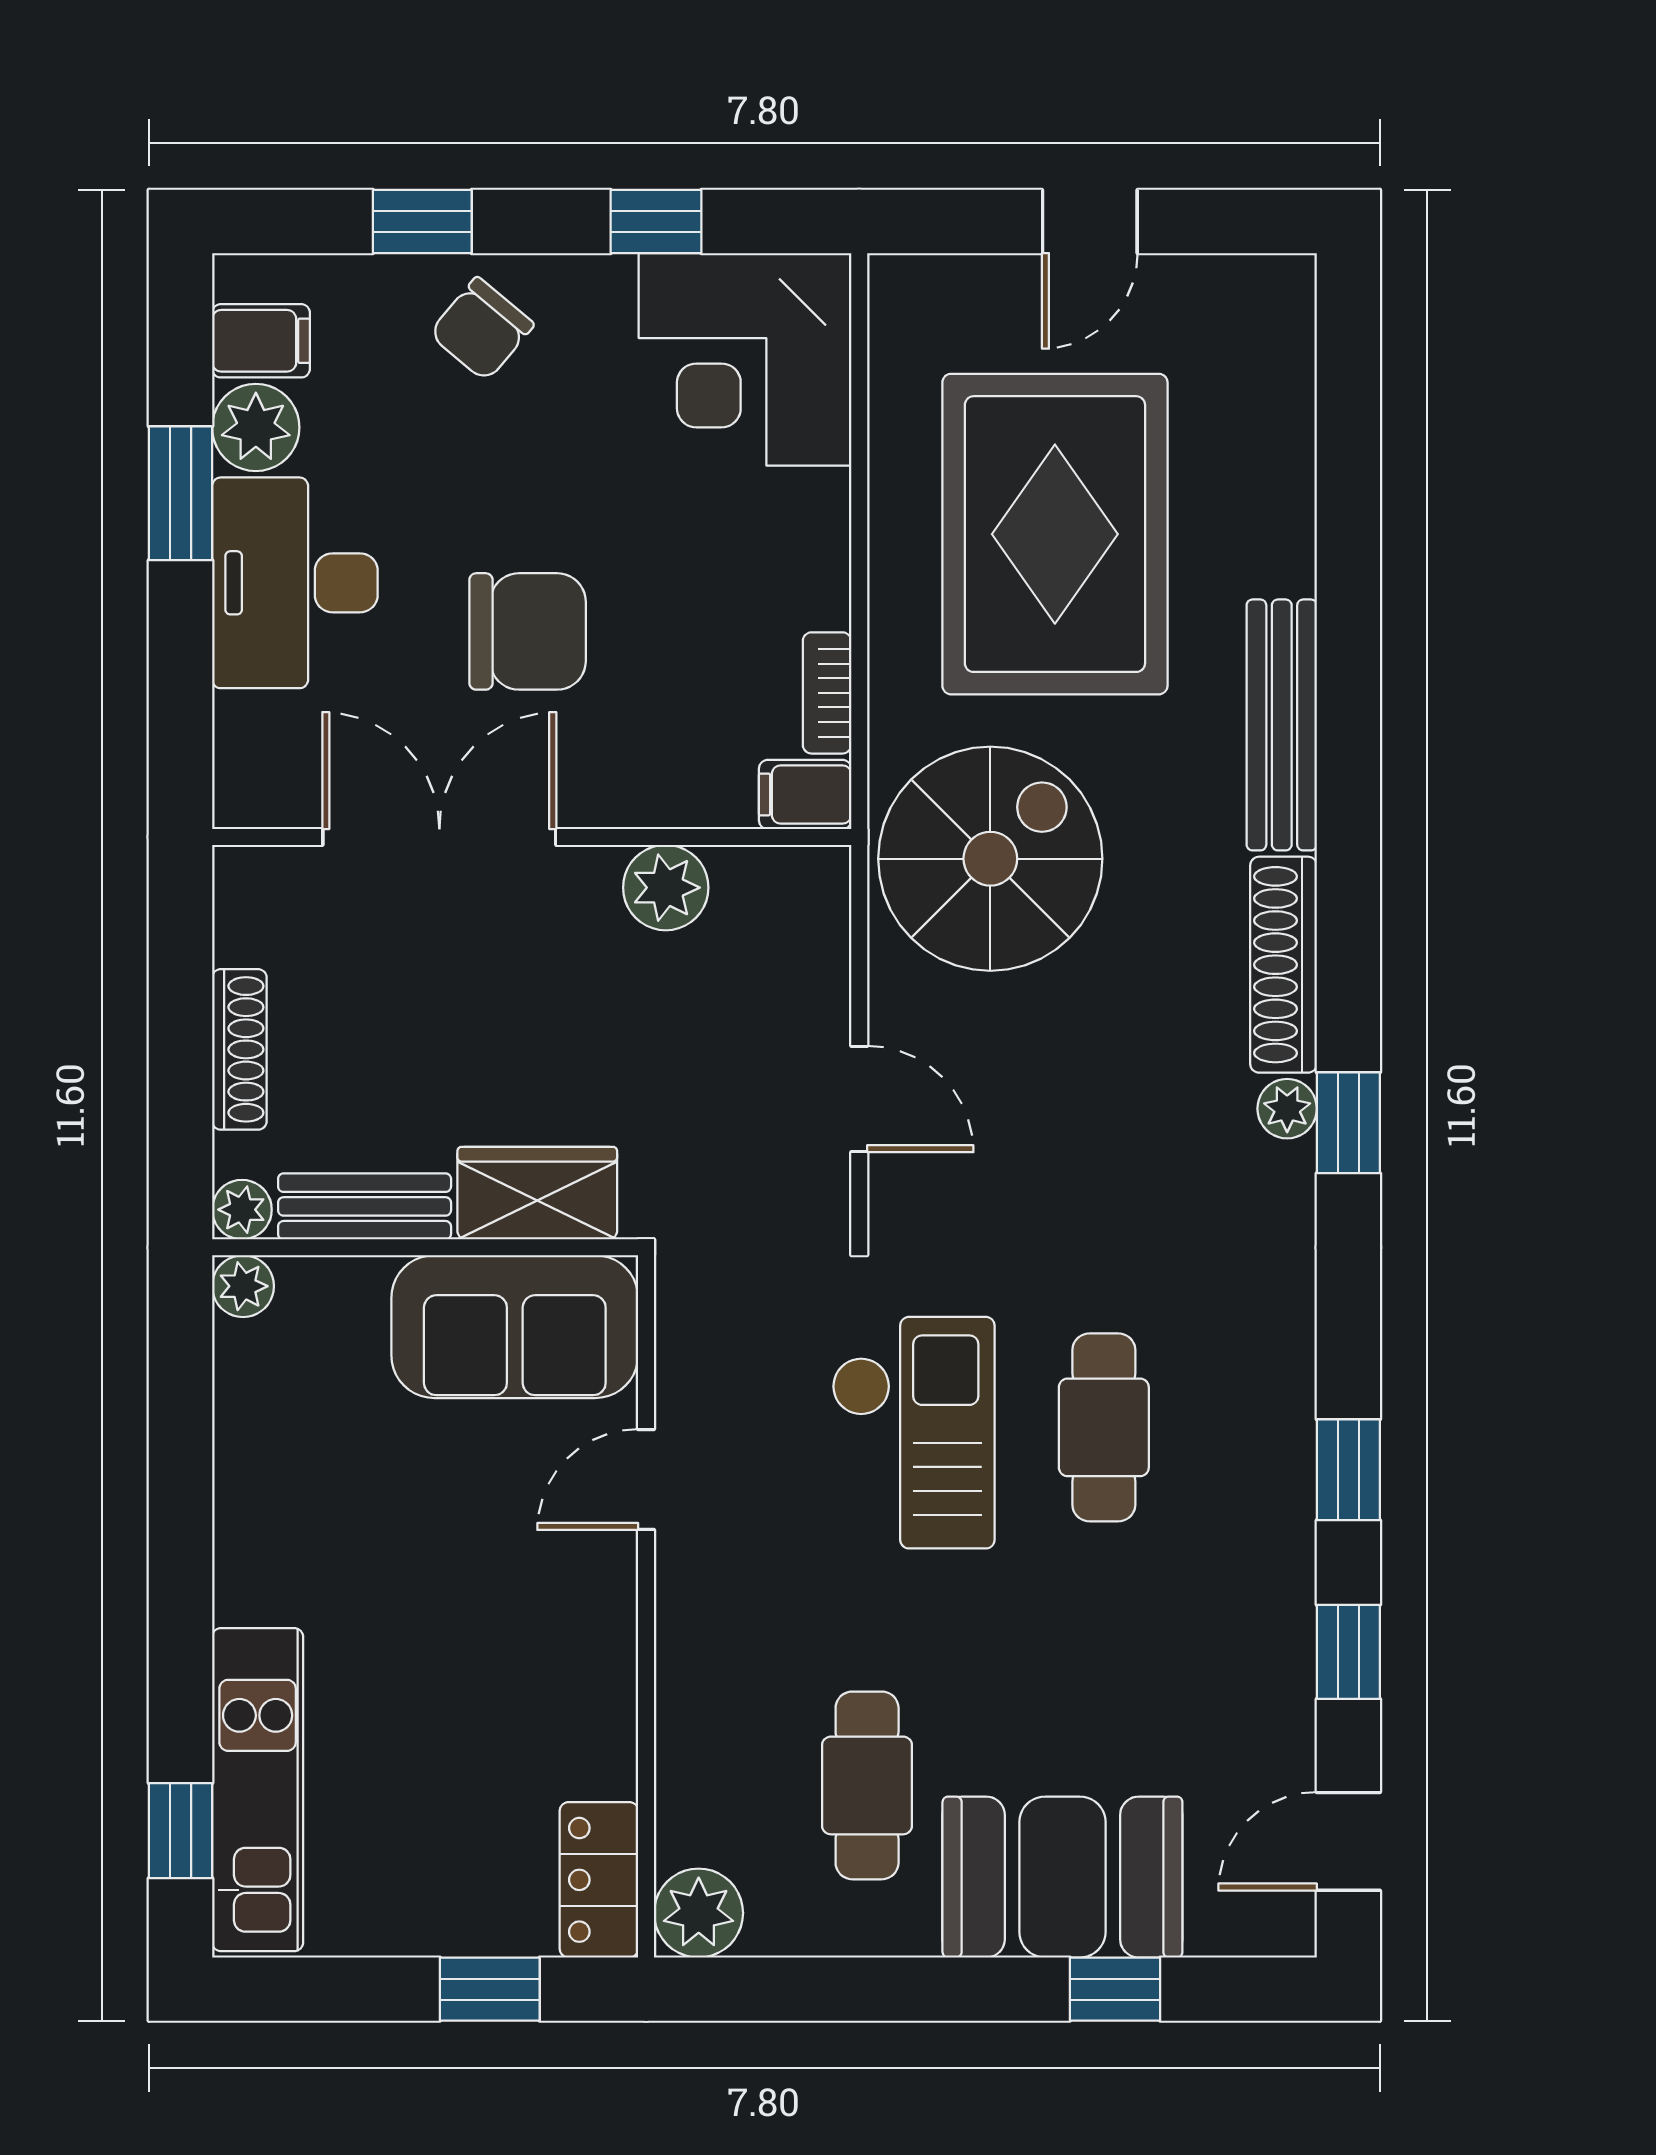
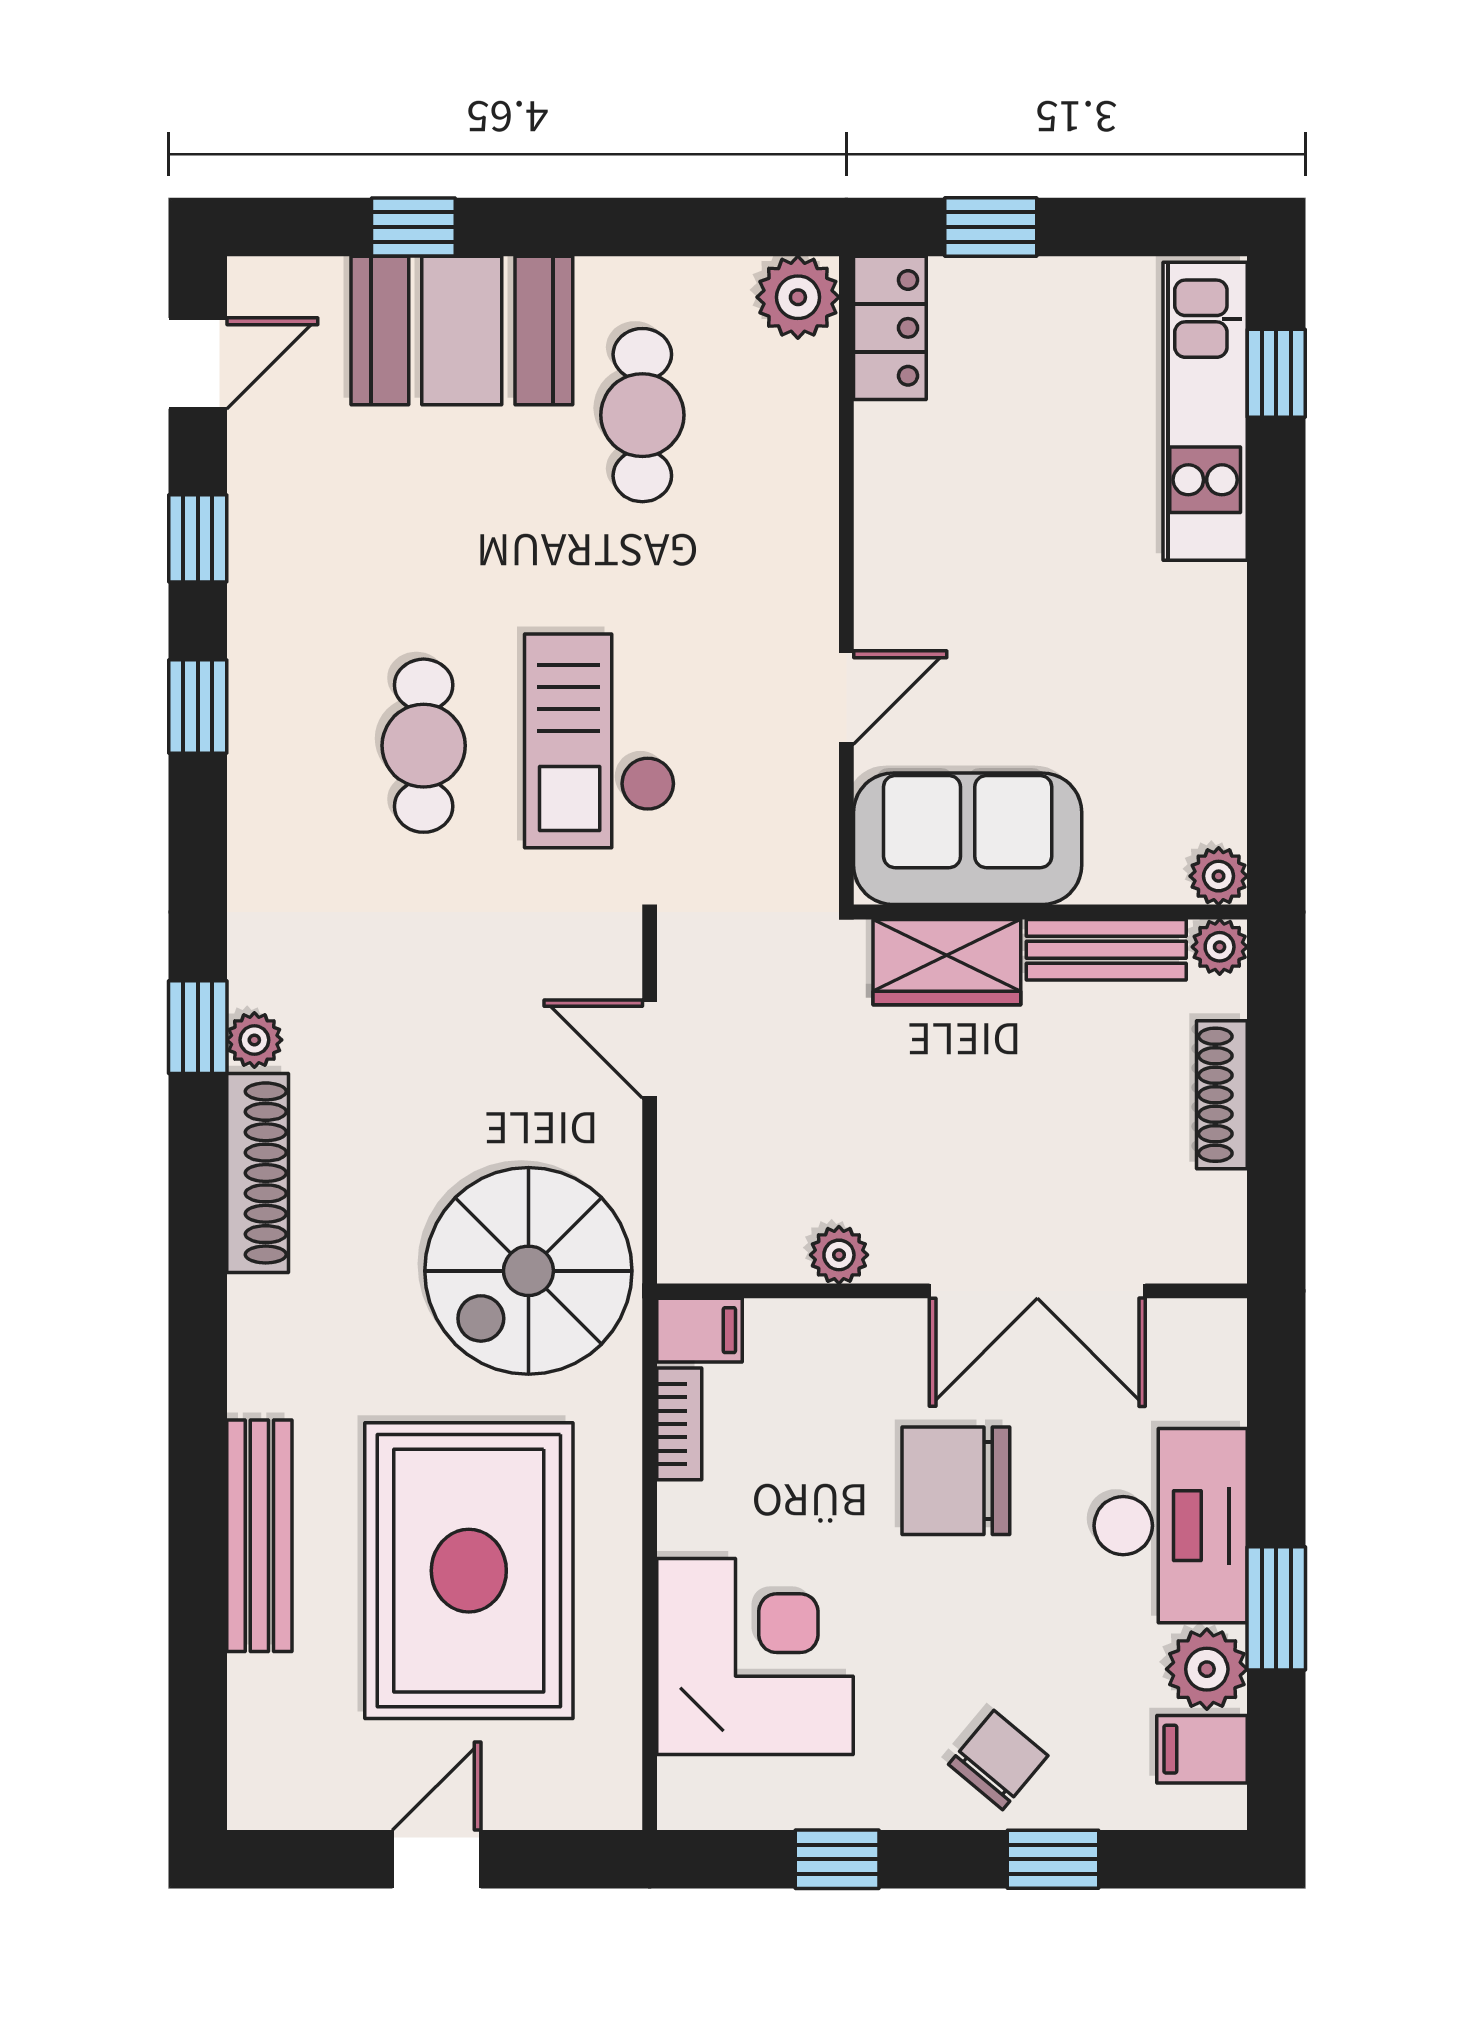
corner desk: (745, 359) -> (755, 1657), moved
bench: (1282, 725) -> (259, 1536), moved
plant: (666, 888) -> (839, 1255), width x0.73, depth x0.73

